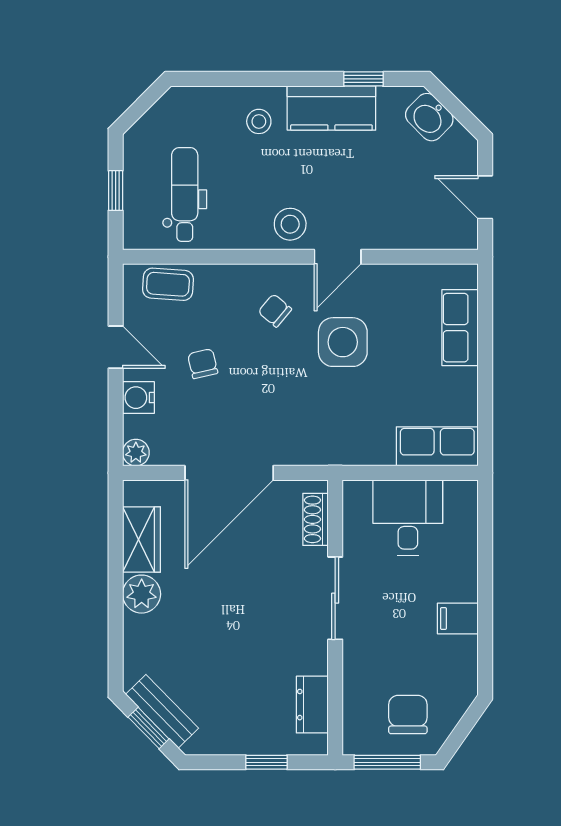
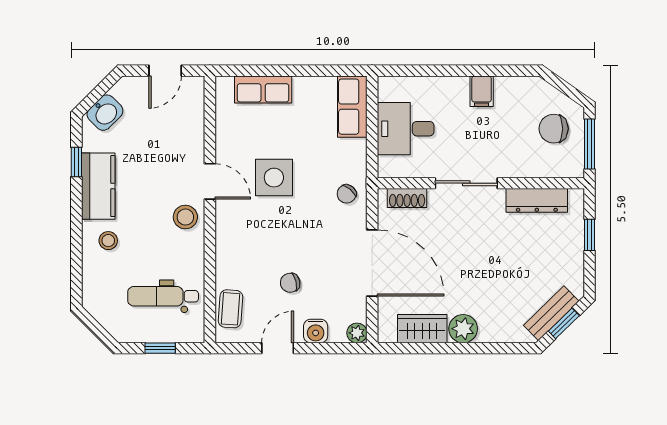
chair: (275, 311) -> (347, 194), moved
dresser: (312, 705) -> (537, 200), width x1.44

